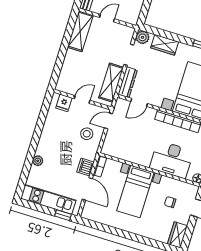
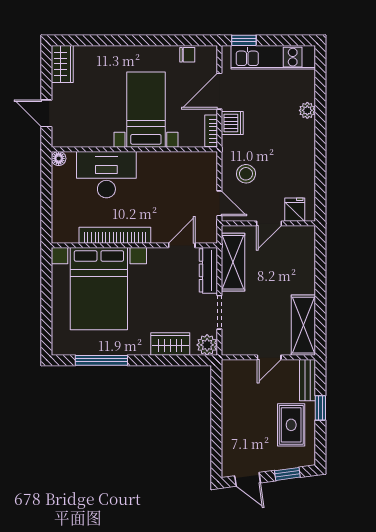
door: (108, 121) -> (219, 203), hinge flipped
door: (87, 189) -> (219, 91), hinge flipped
chair: (170, 202) -> (187, 55), moved

